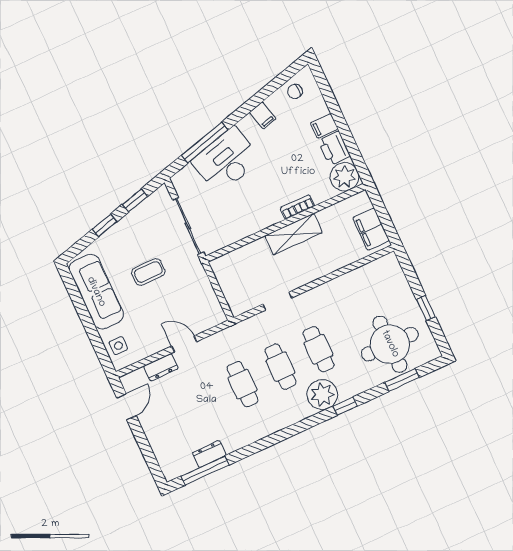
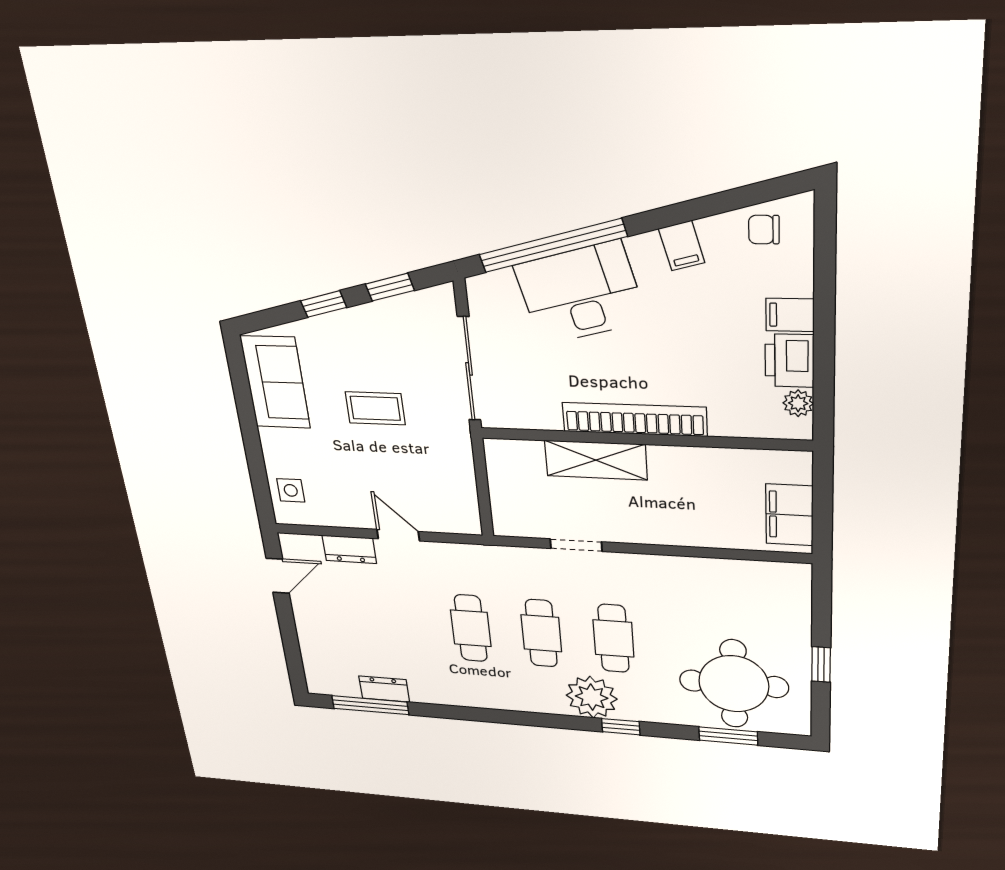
window: (205, 143) -> (552, 246), width x1.46
plant: (345, 177) -> (798, 403), width x0.53, depth x0.53
bookcase: (297, 207) -> (634, 419), width x2.31, depth x1.31
shelving: (294, 234) -> (596, 460), moved
sofa: (96, 292) -> (275, 382), width x0.73

